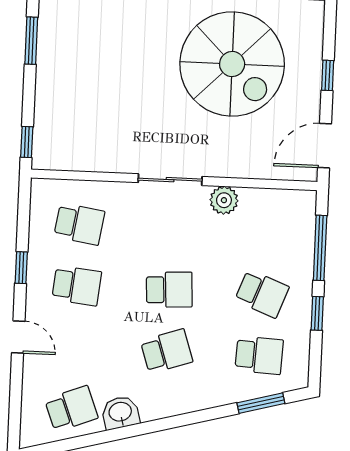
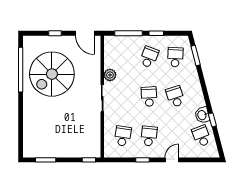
spiral stairs: (232, 64) -> (52, 74), turned 180
window: (108, 436) -> (212, 120), added

